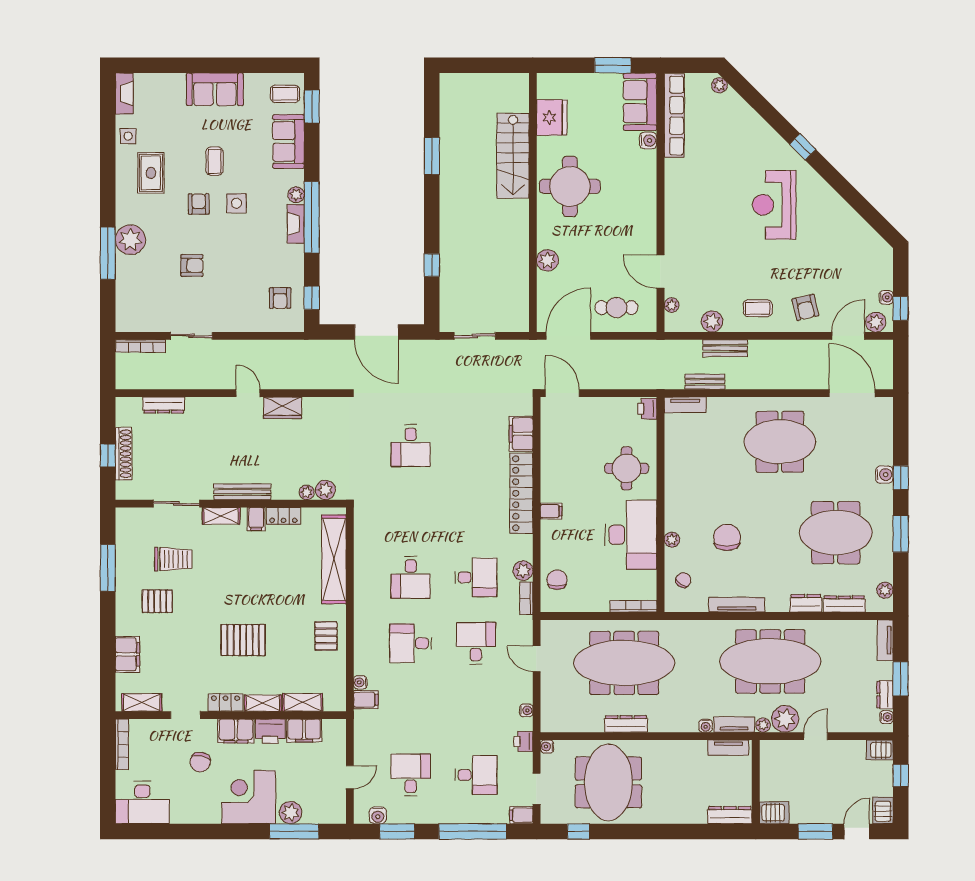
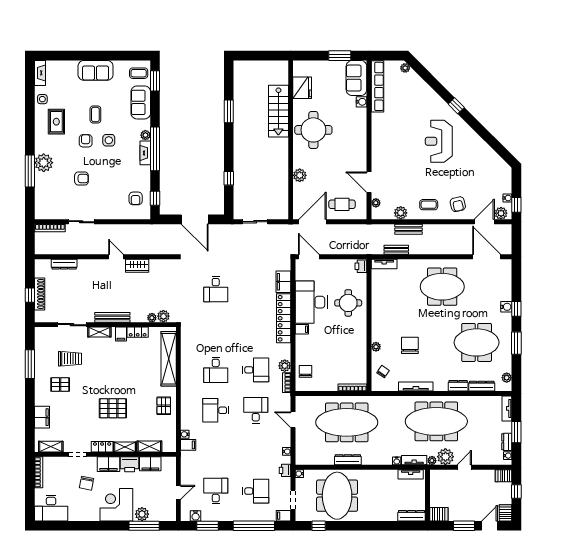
desk: (631, 535) -> (311, 302), moved, turned 180

